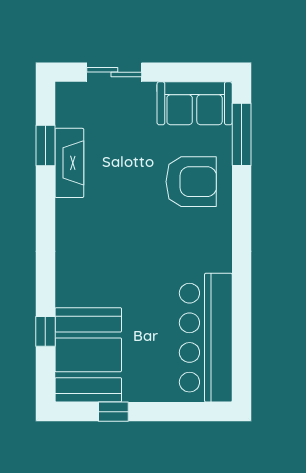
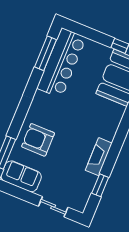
fireplace: (69, 163) -> (99, 157), moved
window: (242, 343) -> (46, 53), added

